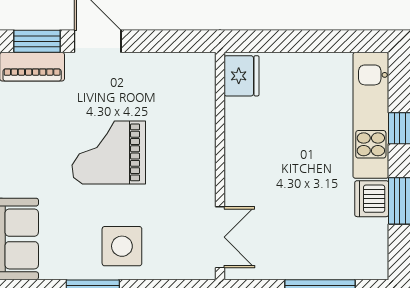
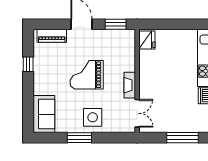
window: (37, 41) -> (116, 24), moved
fireplace: (204, 175) -> (130, 85), added

